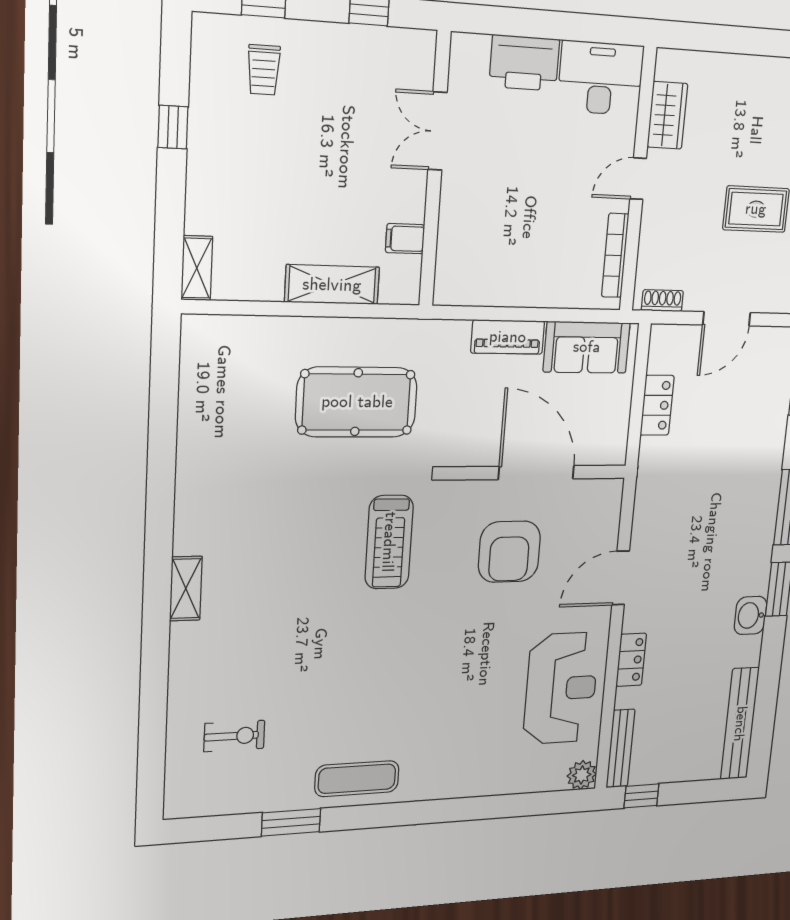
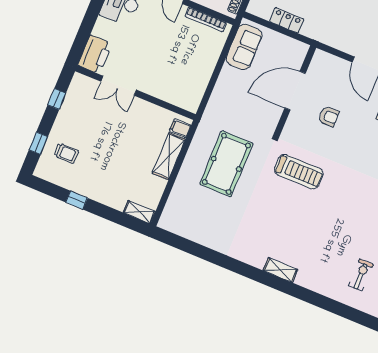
printer: (524, 63) -> (95, 55), moved
filing cabinet: (405, 239) -> (180, 128), moved, turned 90
piano: (508, 337) -> (224, 84), removed
armchair: (509, 552) -> (329, 116), width x0.53, depth x0.53

